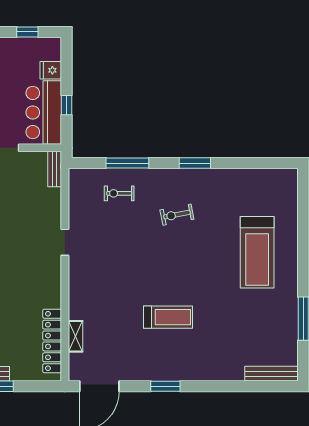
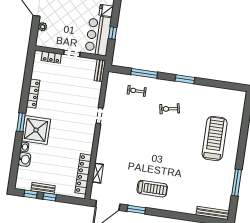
treadmill: (257, 252) -> (215, 139), turned 180
treadmill: (168, 317) -> (152, 189), moved
window: (165, 386) -> (136, 210), moved

